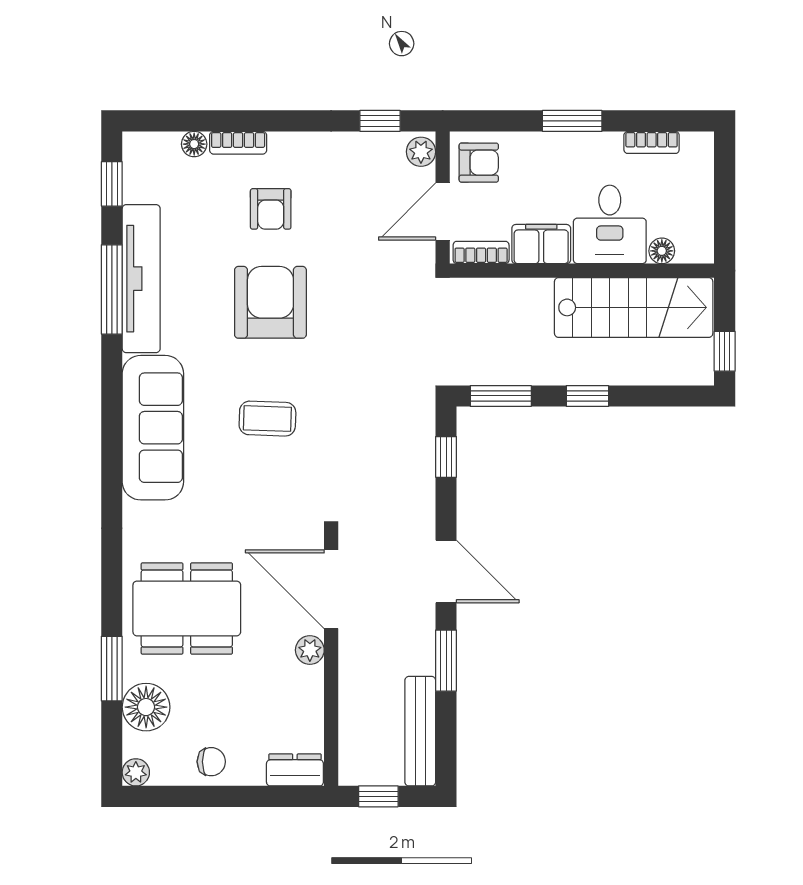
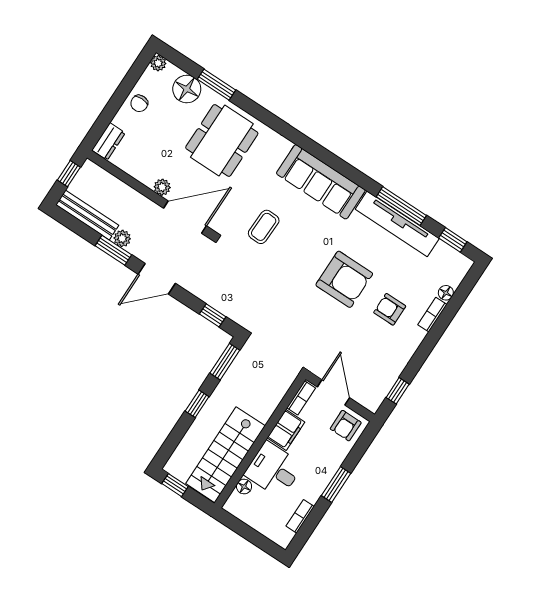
plant: (421, 152) -> (122, 238), moved
coffee table: (267, 419) -> (264, 227), moved

